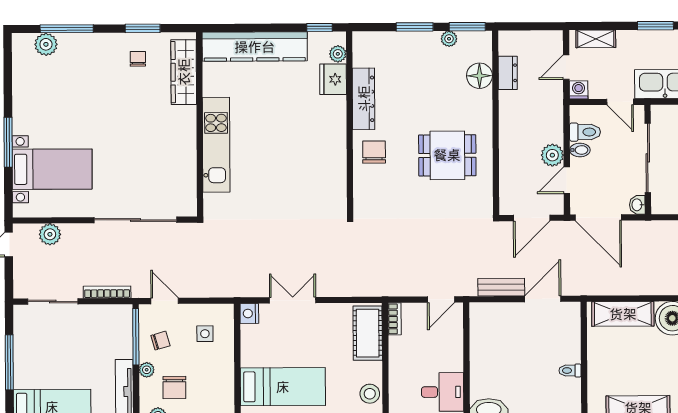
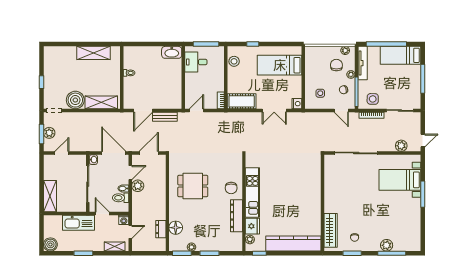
plant: (46, 44) -> (387, 245), moved
kitchen unit: (216, 145) -> (252, 192), moved, turned 180
side table: (105, 323) -> (373, 99), added
cot: (368, 333) -> (242, 101), moved, turned 90

